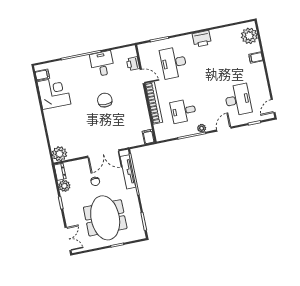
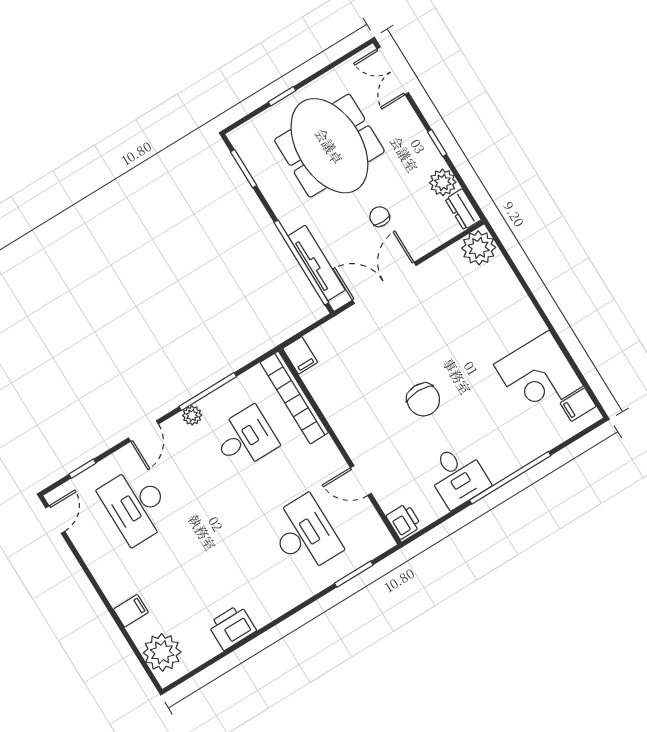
printer: (202, 39) -> (232, 627), moved
printer: (133, 64) -> (404, 521), moved
bookcase: (154, 103) -> (294, 398), moved

